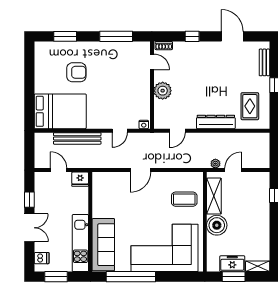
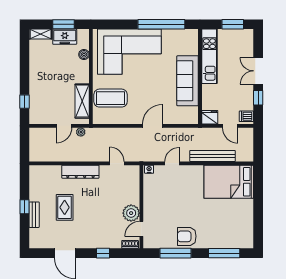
window: (65, 36) -> (224, 253), width x1.44
door: (152, 62) -> (141, 229), hinge flipped
bench: (264, 62) -> (34, 215), moved
armchair: (76, 72) -> (187, 236), moved
plant: (163, 91) -> (131, 213), moved
rug: (250, 106) -> (65, 207), moved
door: (178, 131) -> (117, 163), hinge flipped
coffee table: (184, 199) -> (111, 98), width x1.36, depth x1.32
boiler: (217, 225) -> (84, 54), moved, width x0.54, depth x0.54
sofa: (103, 245) -> (188, 81), moved
dishwasher: (42, 258) -> (246, 116), moved

